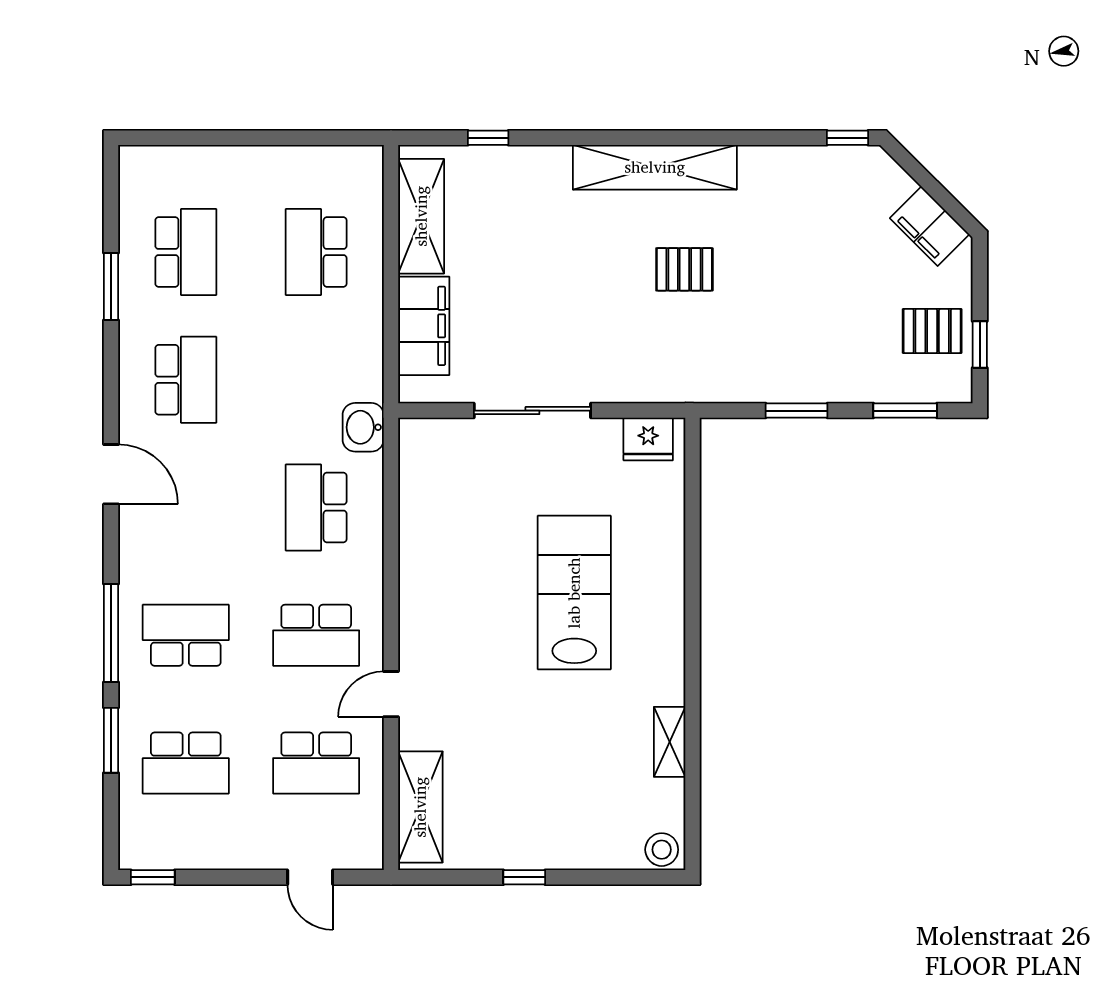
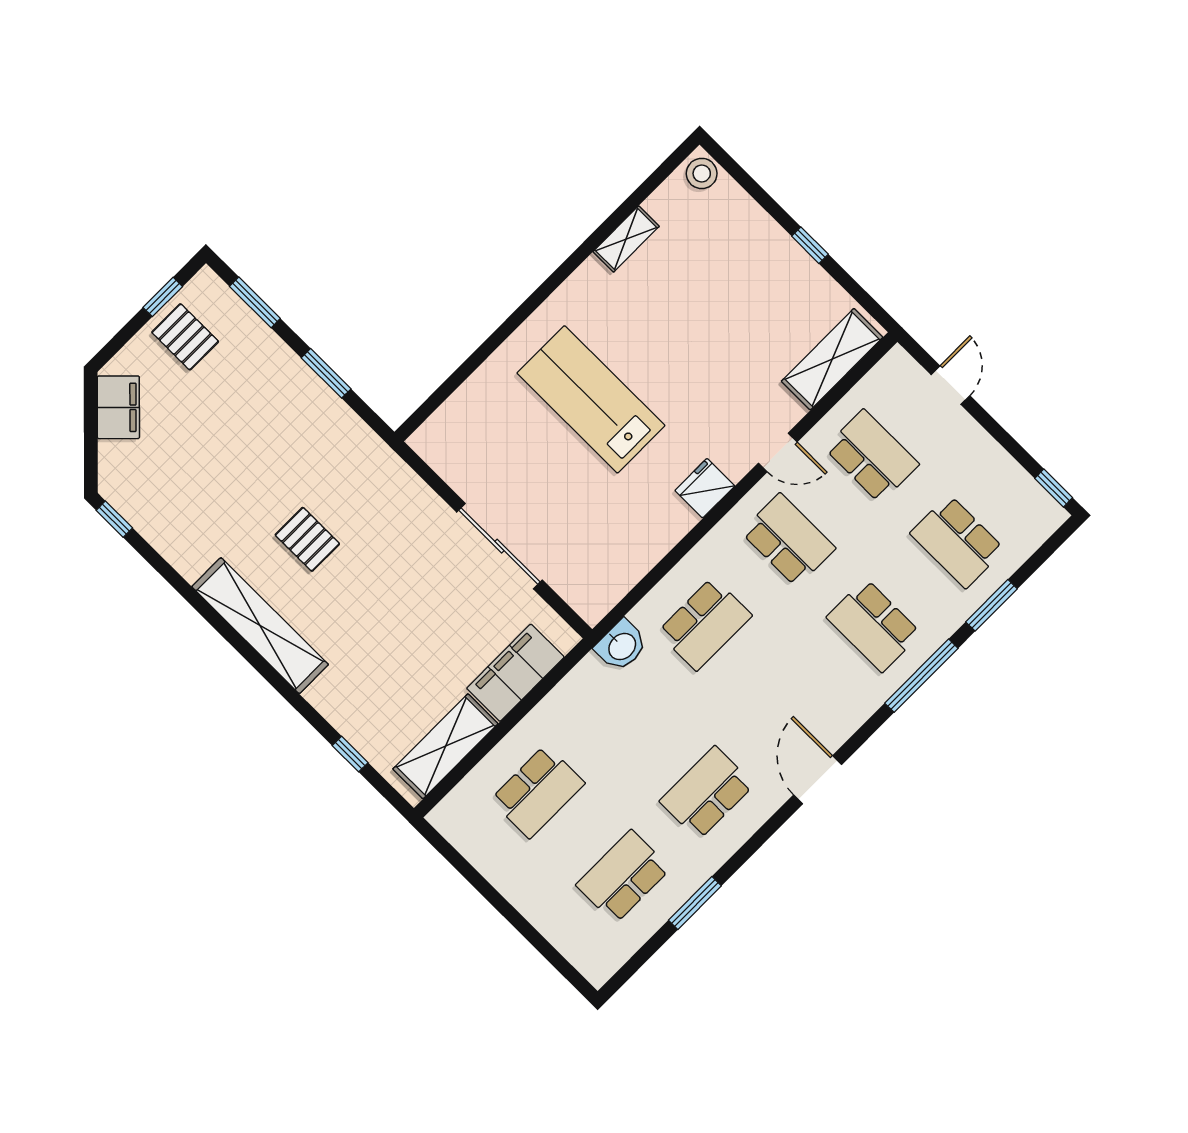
fridge: (648, 439) -> (705, 488), moved, turned -90
lab bench: (574, 593) -> (591, 399), turned 90
school desk: (186, 763) -> (957, 541), turned 180

